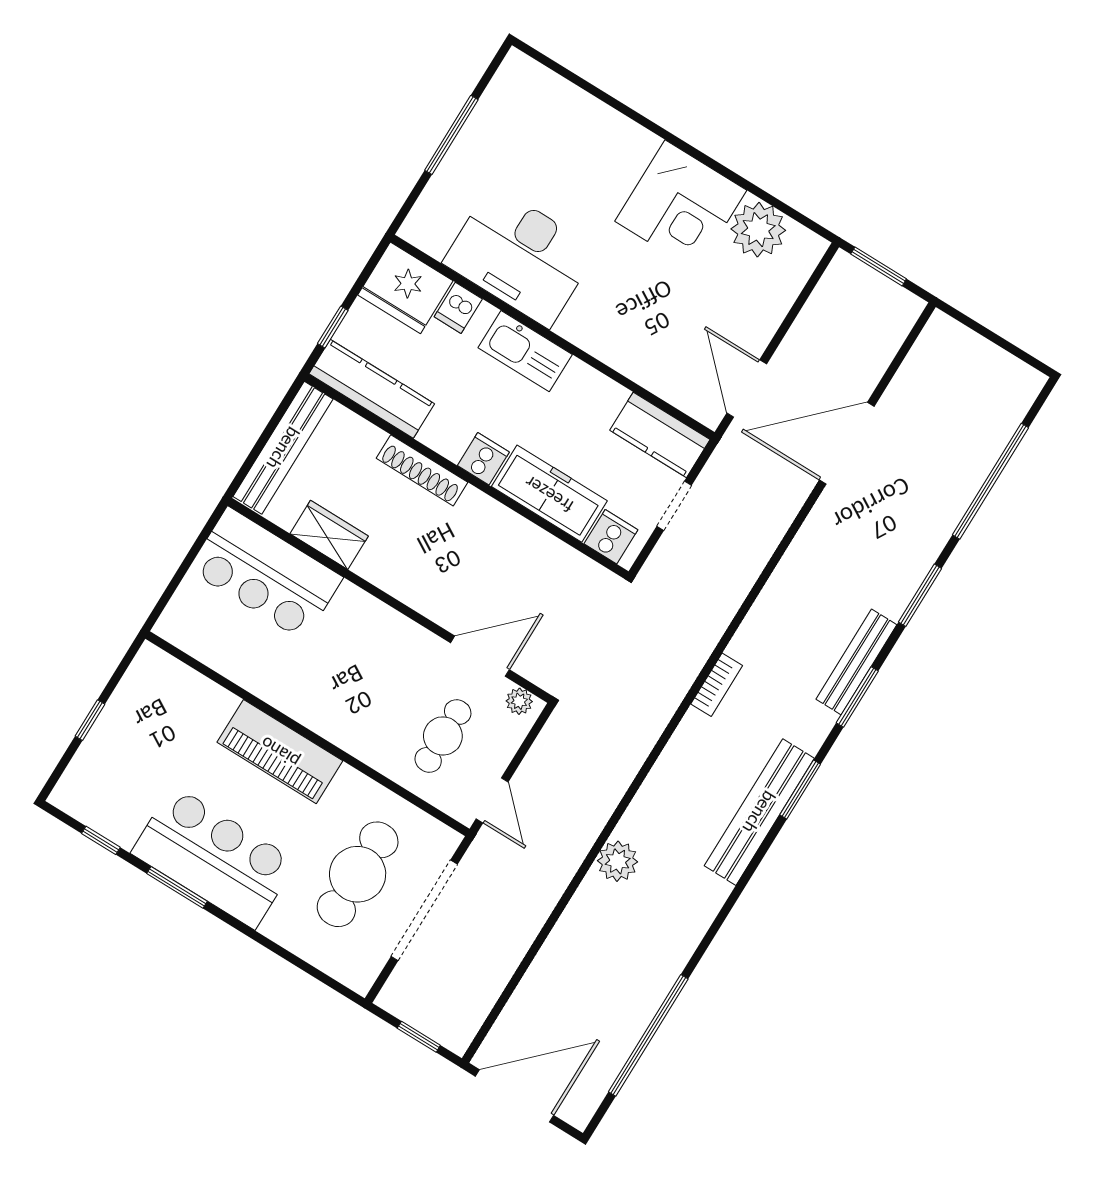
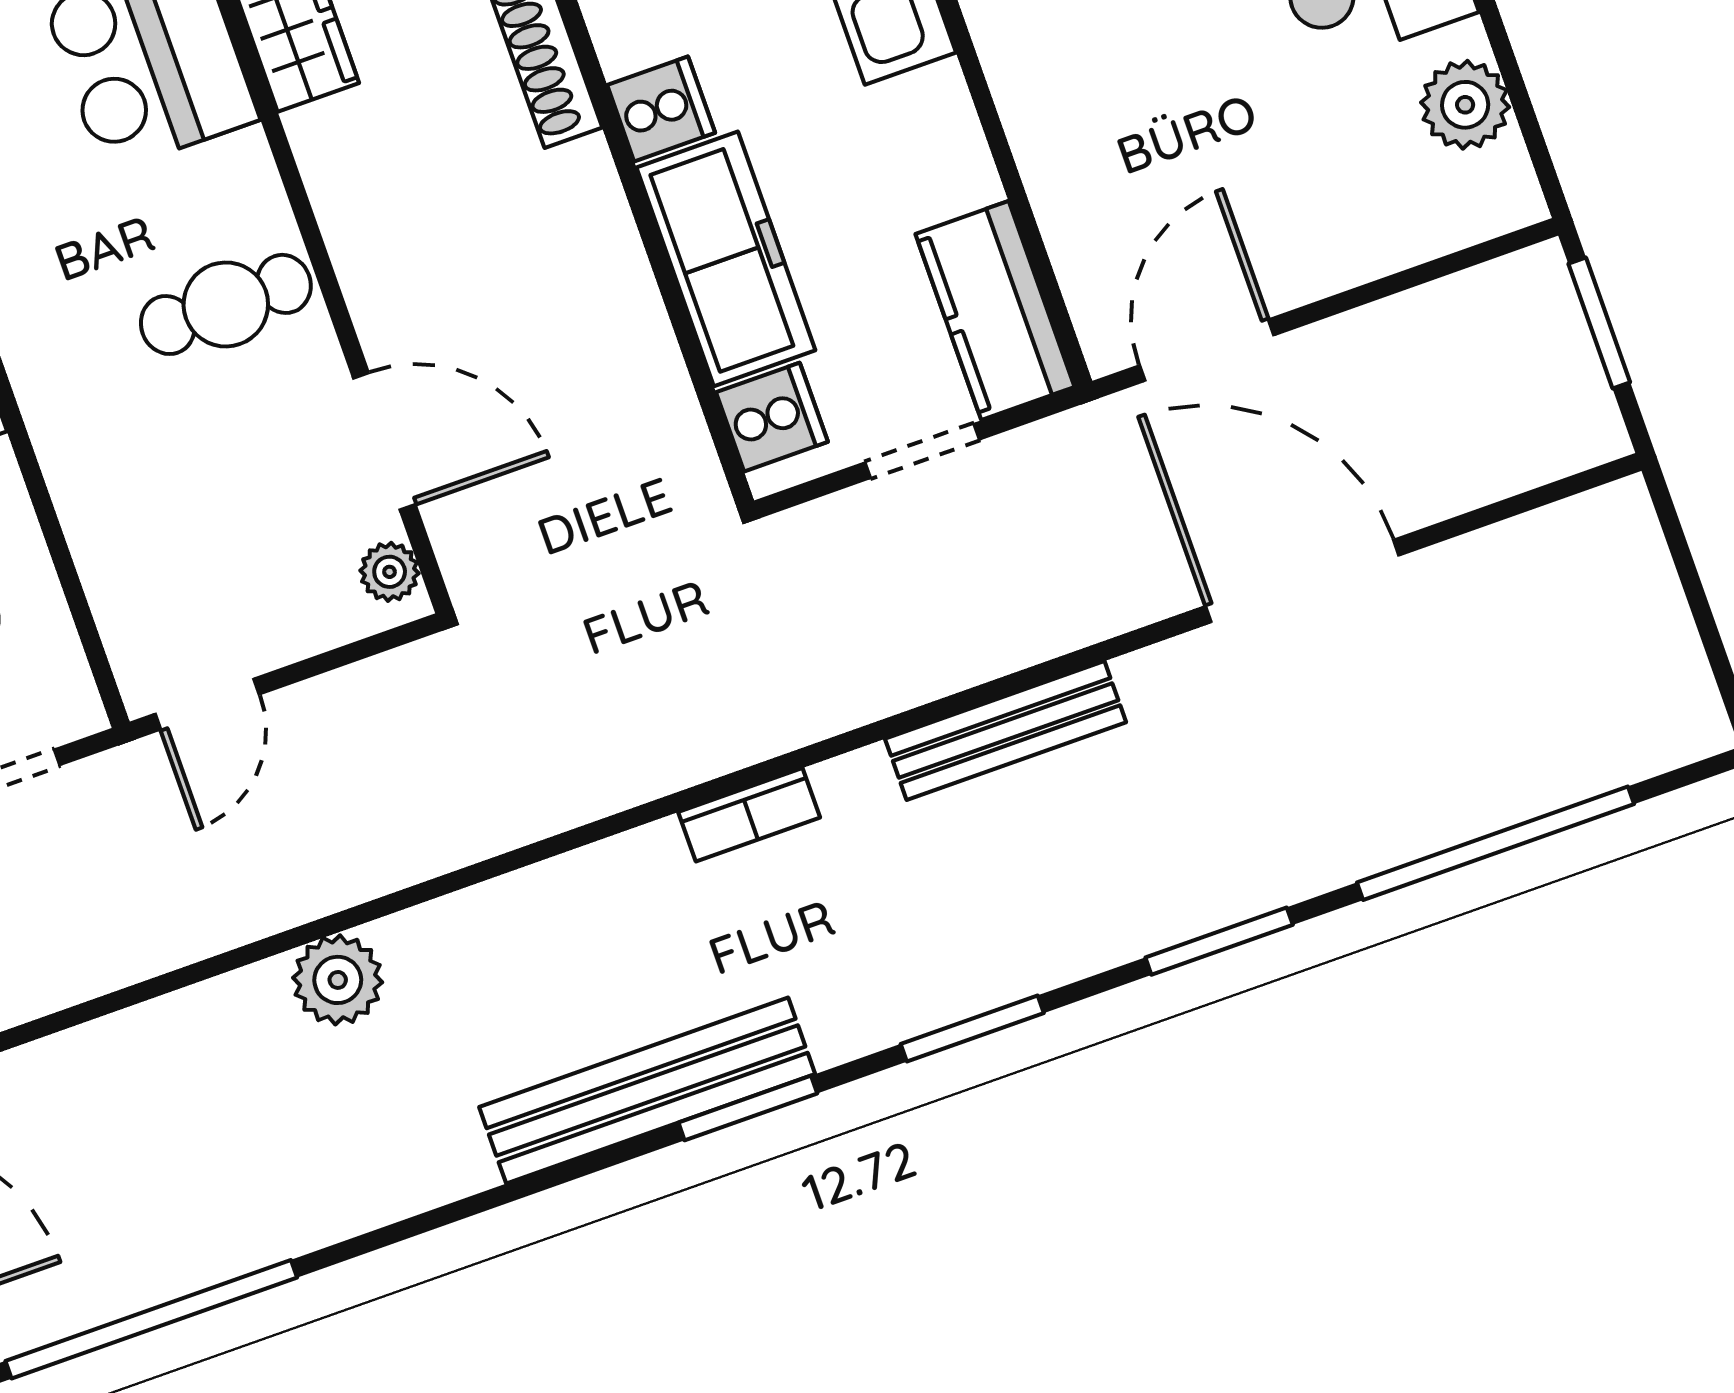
plant: (758, 230) -> (1465, 105), width x0.73, depth x0.73
bench: (856, 662) -> (1006, 731), moved
cafe table: (443, 736) -> (226, 304), moved

